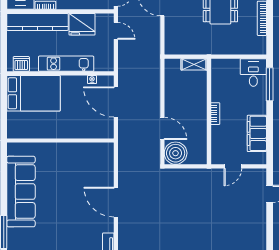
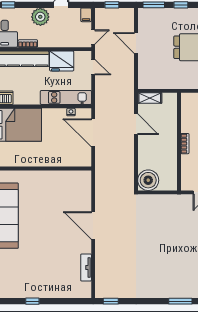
kitchen unit: (66, 64) -> (66, 97), moved
shelving: (194, 64) -> (150, 98), moved
door: (162, 128) -> (136, 124), moved

